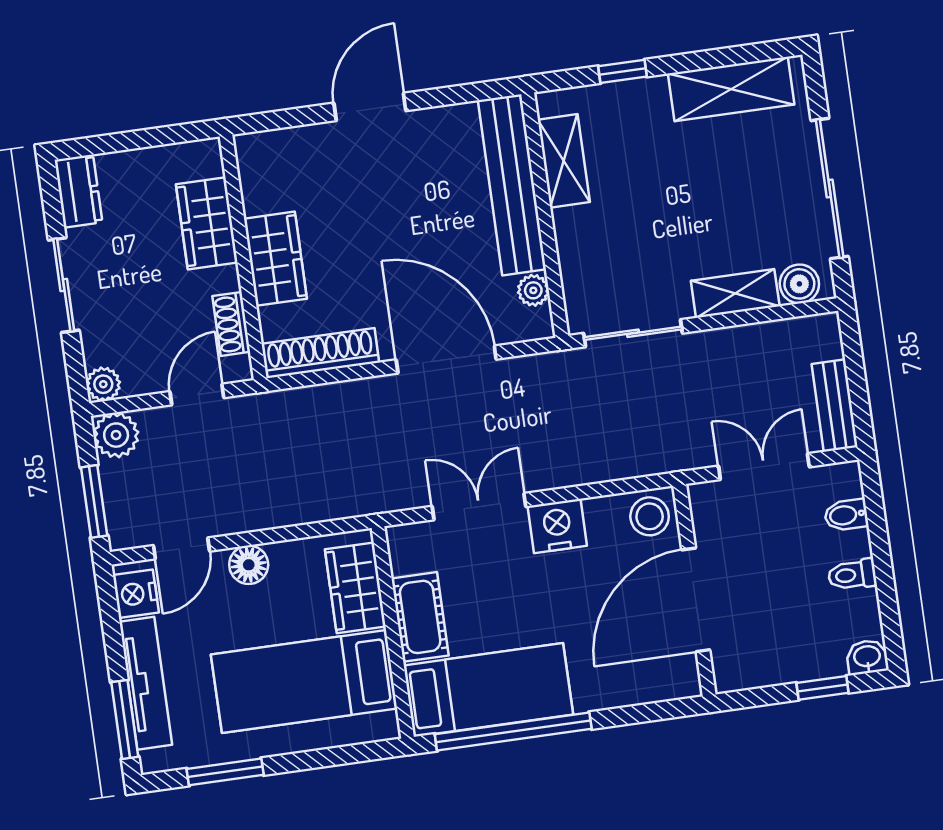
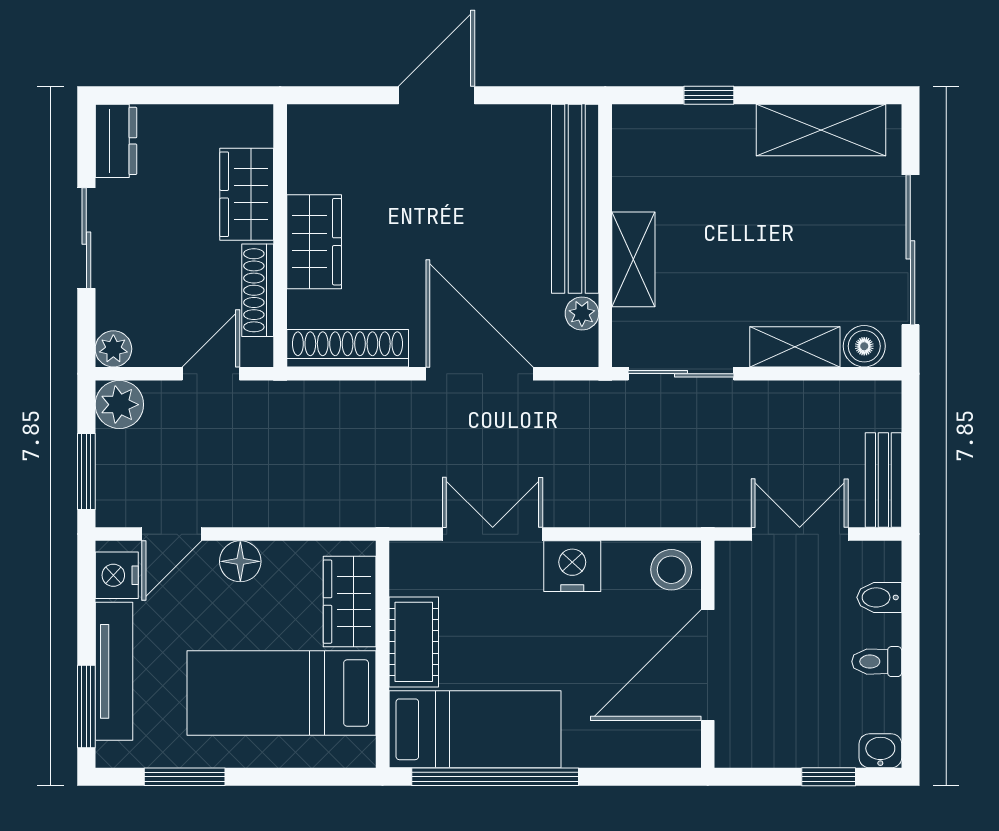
shelving: (564, 161) -> (633, 259), moved
shoe rack: (231, 324) -> (258, 290), width x1.43

